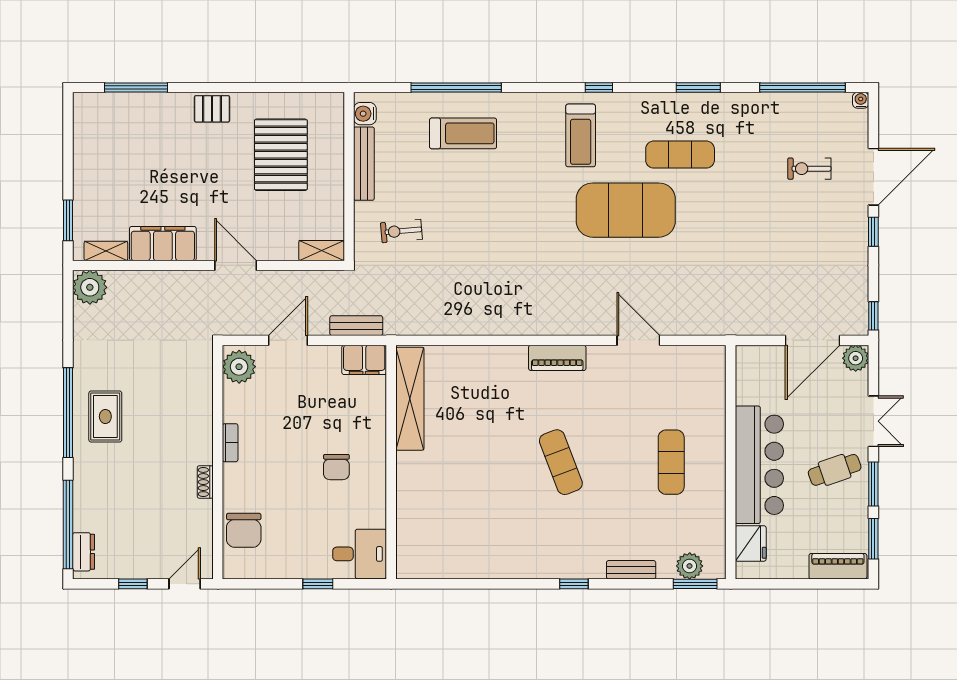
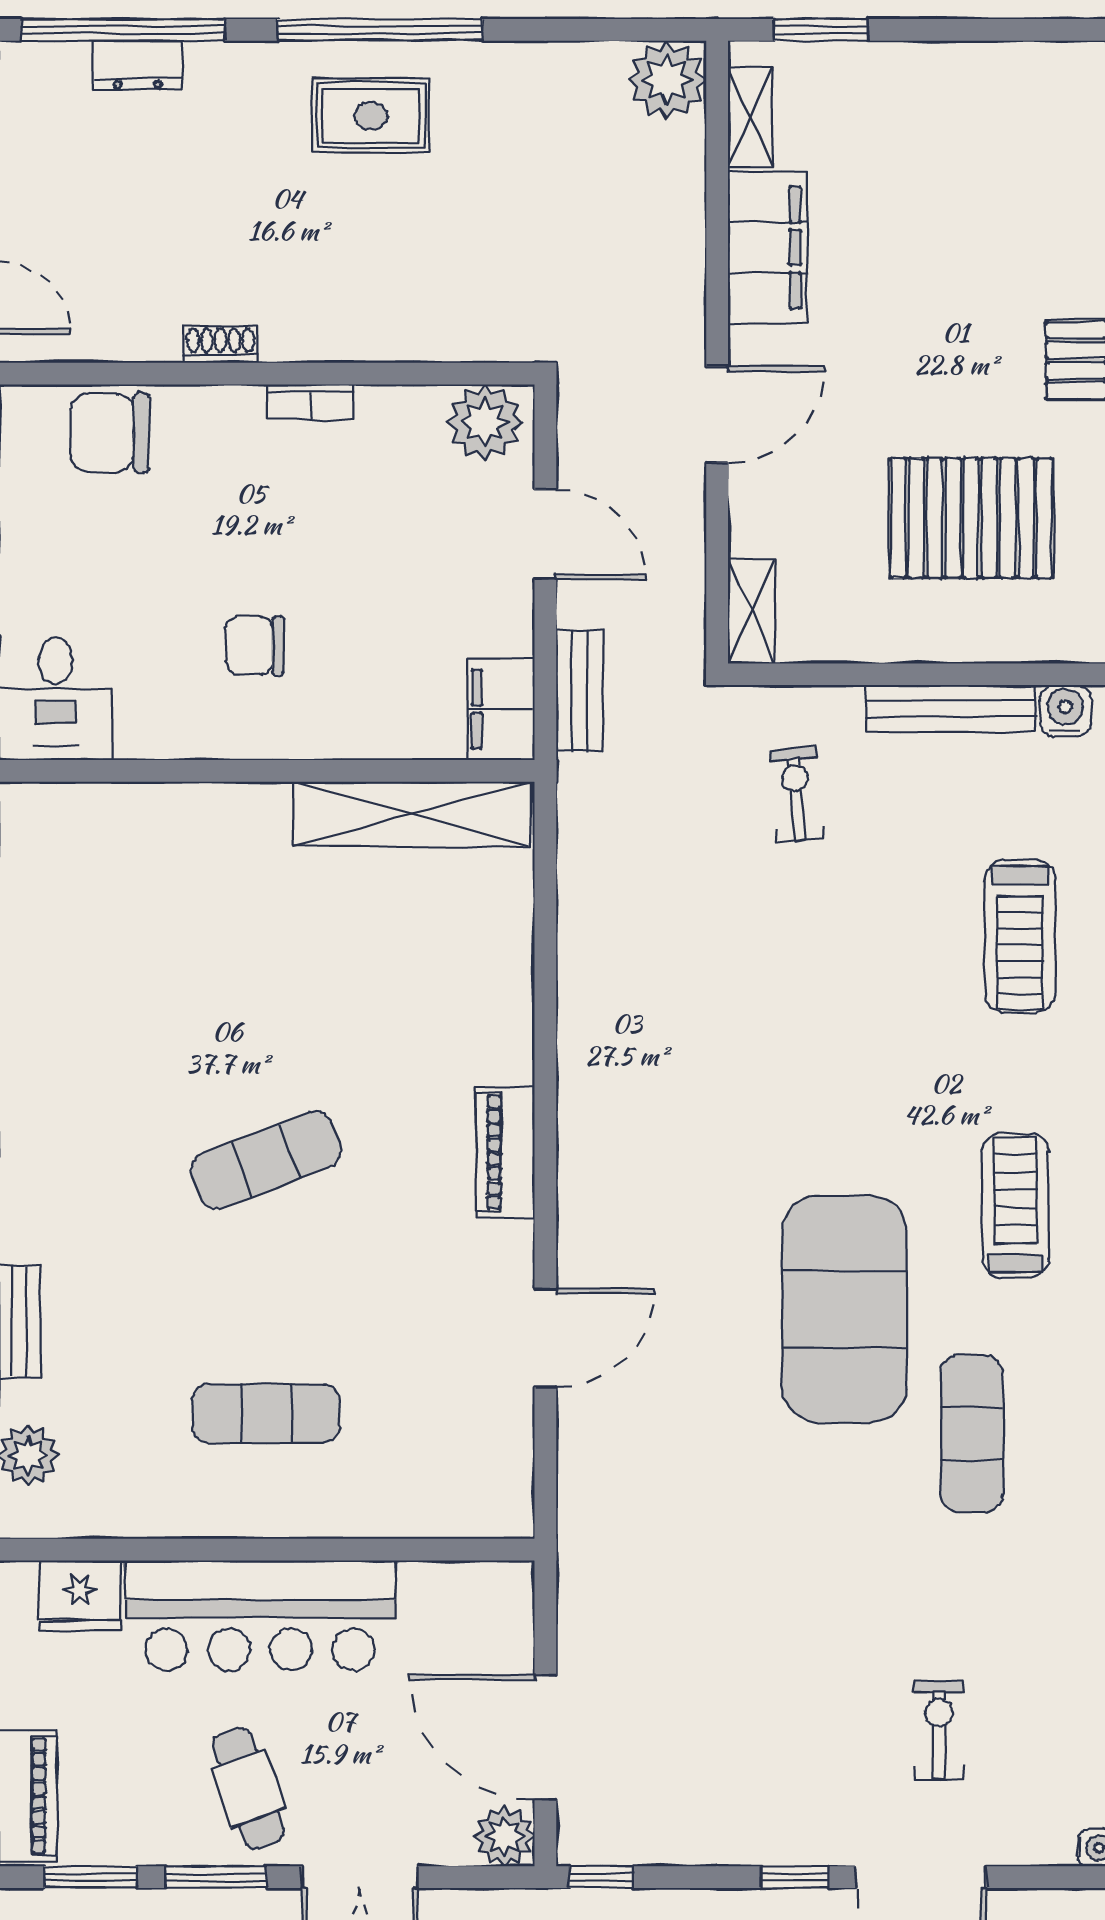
treadmill: (581, 135) -> (1015, 1206), turned 90
dresser: (83, 552) -> (138, 65), moved

